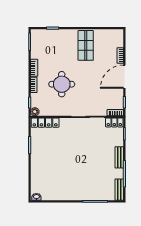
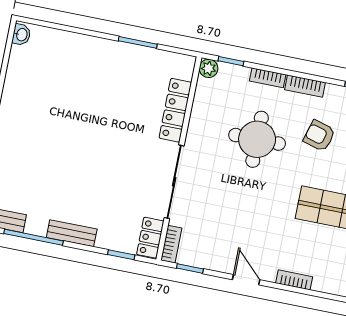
armchair: (55, 57) -> (319, 136), added
door: (124, 77) -> (246, 280), width x0.53
locker: (45, 123) -> (175, 110), moved

